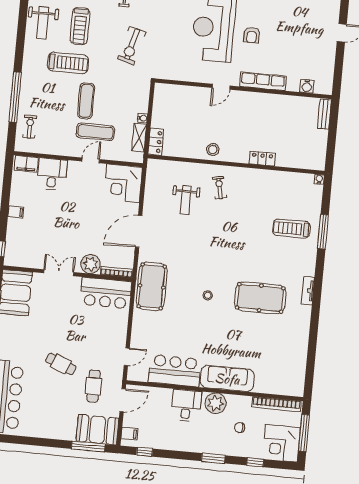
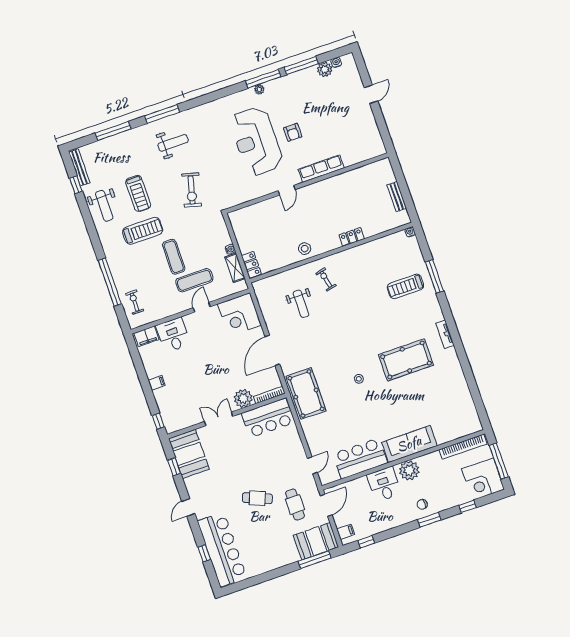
water cooler: (307, 86) -> (362, 155), removed
bench: (324, 114) -> (397, 197), moved
chair: (240, 428) -> (422, 504), moved

